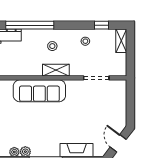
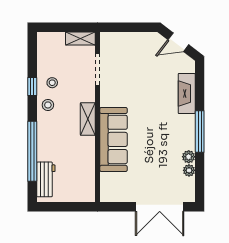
window: (102, 25) -> (32, 86), moved
shelving: (121, 41) -> (80, 38), moved
stool: (52, 46) -> (48, 105), moved

